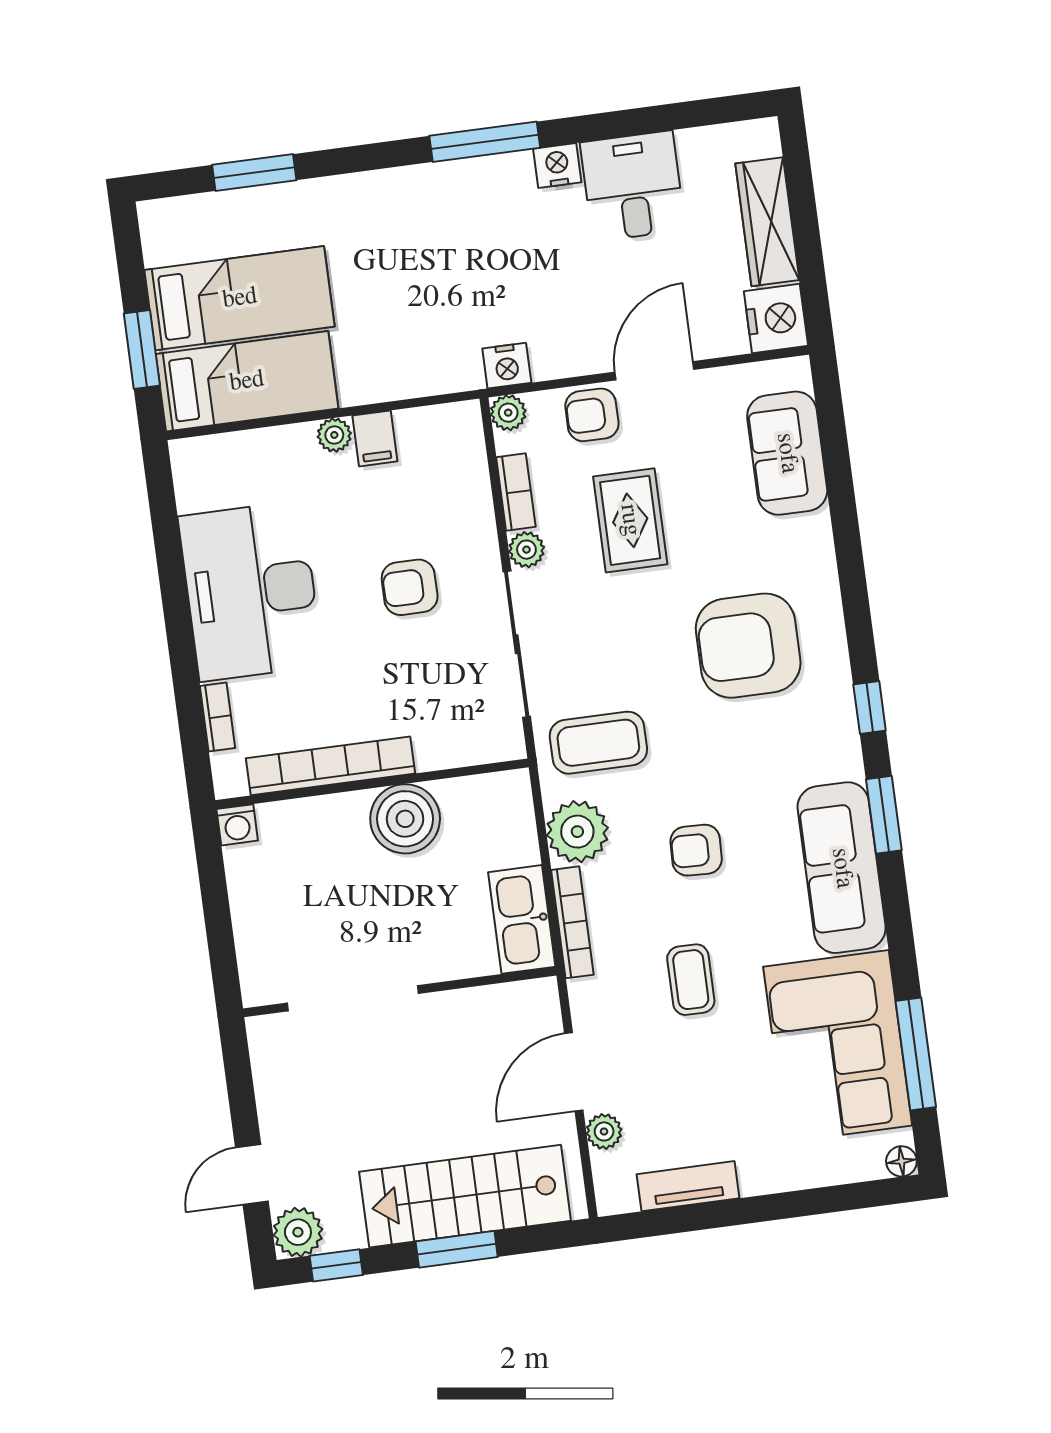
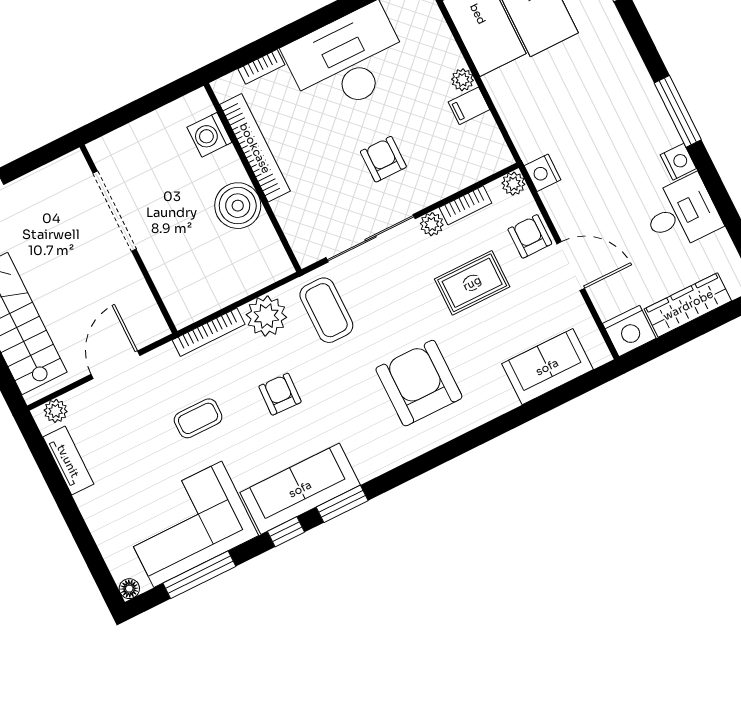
window: (870, 708) -> (286, 532), moved
washing machine: (237, 825) -> (209, 135), moved, width x1.38, depth x1.38
kitchen sink: (522, 919) -> (200, 300), removed
door: (574, 1072) -> (115, 365), hinge flipped
plant: (604, 1131) -> (56, 411), moved

